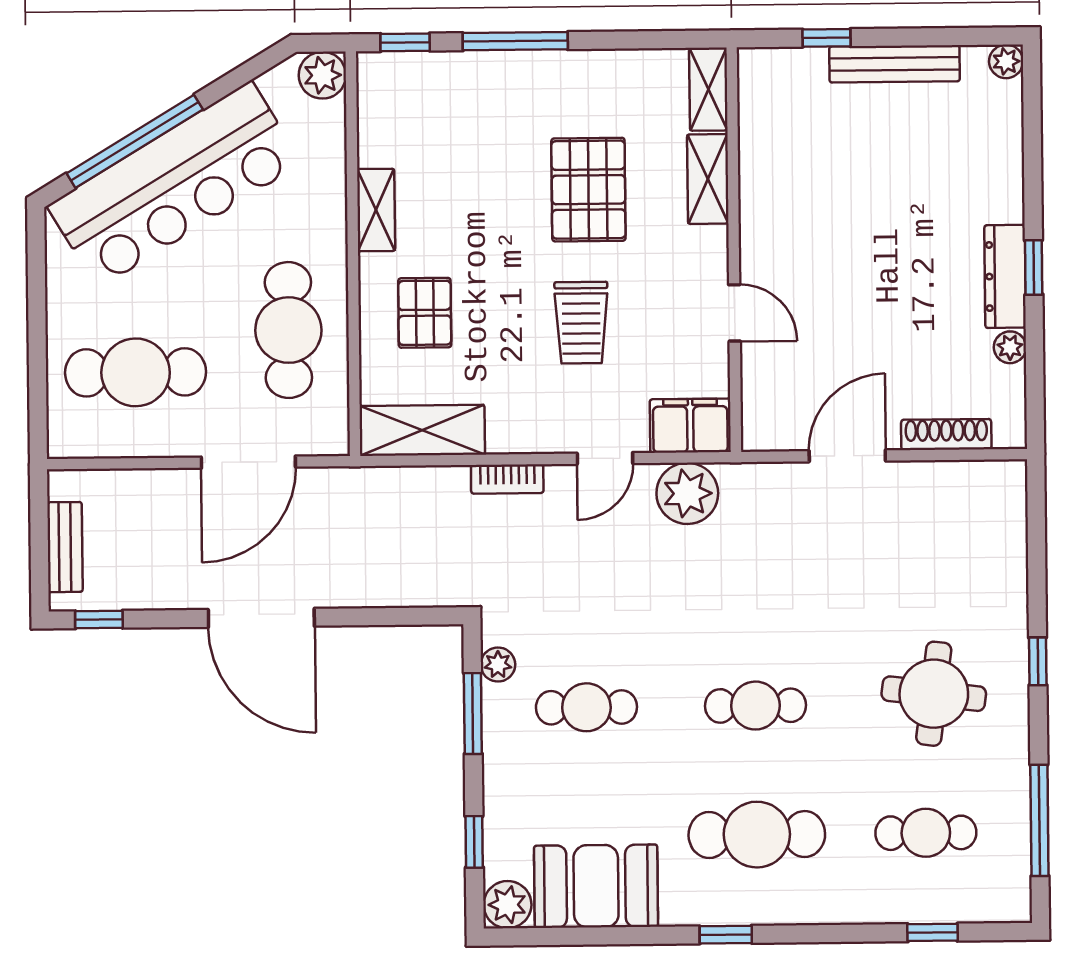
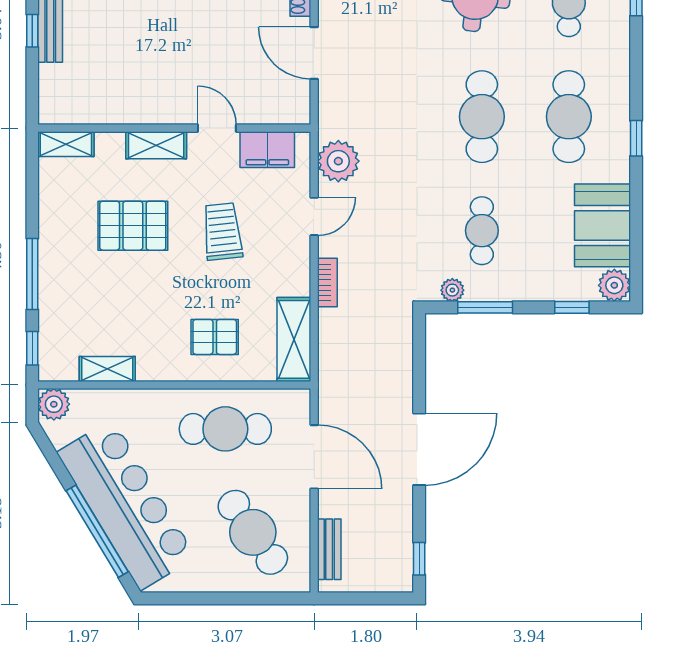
window: (827, 38) -> (32, 31), moved
shelving: (708, 179) -> (156, 145), moved
shelving: (376, 210) -> (107, 369), moved
door: (734, 313) -> (217, 128), hinge flipped
trolley: (581, 323) -> (222, 231), turned -96
cafe table: (136, 372) -> (253, 532), turned -35
filing cabinet: (690, 426) -> (267, 150), moved, turned -90
door: (605, 458) -> (314, 216), hinge flipped
bench: (65, 547) -> (329, 549), moved, turned 90
cafe table: (755, 706) -> (482, 117), width x1.37, depth x1.35

